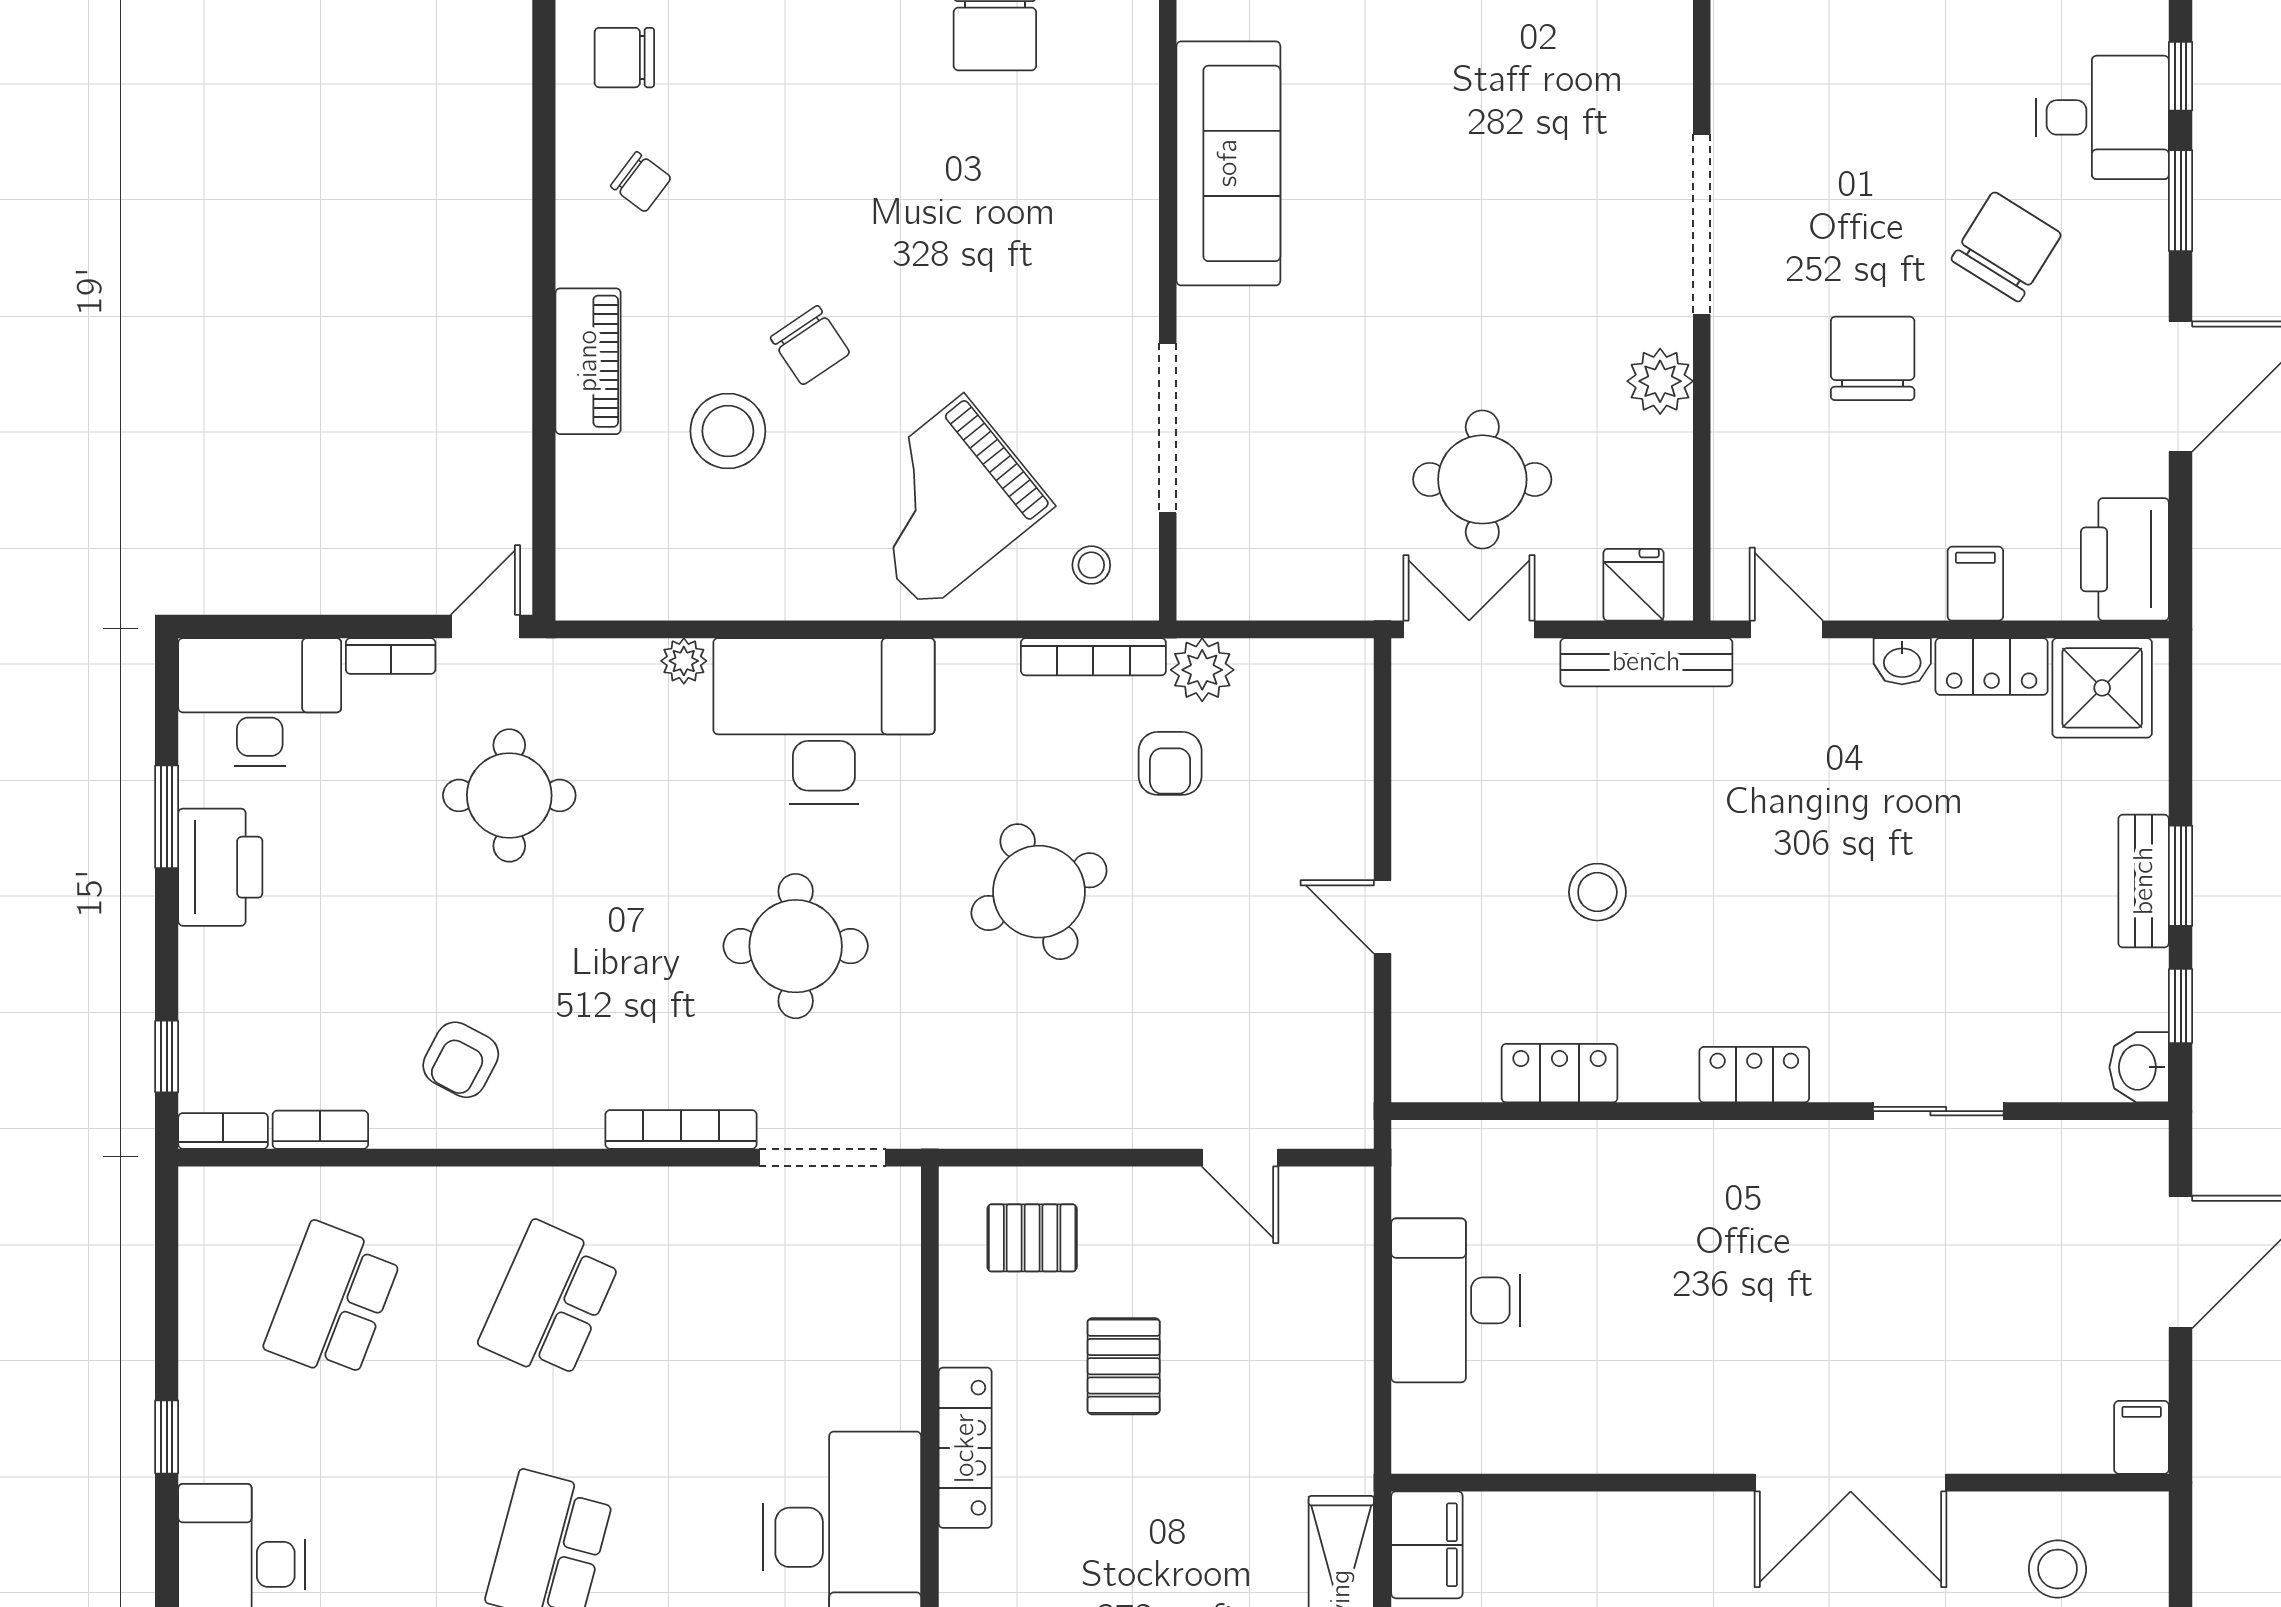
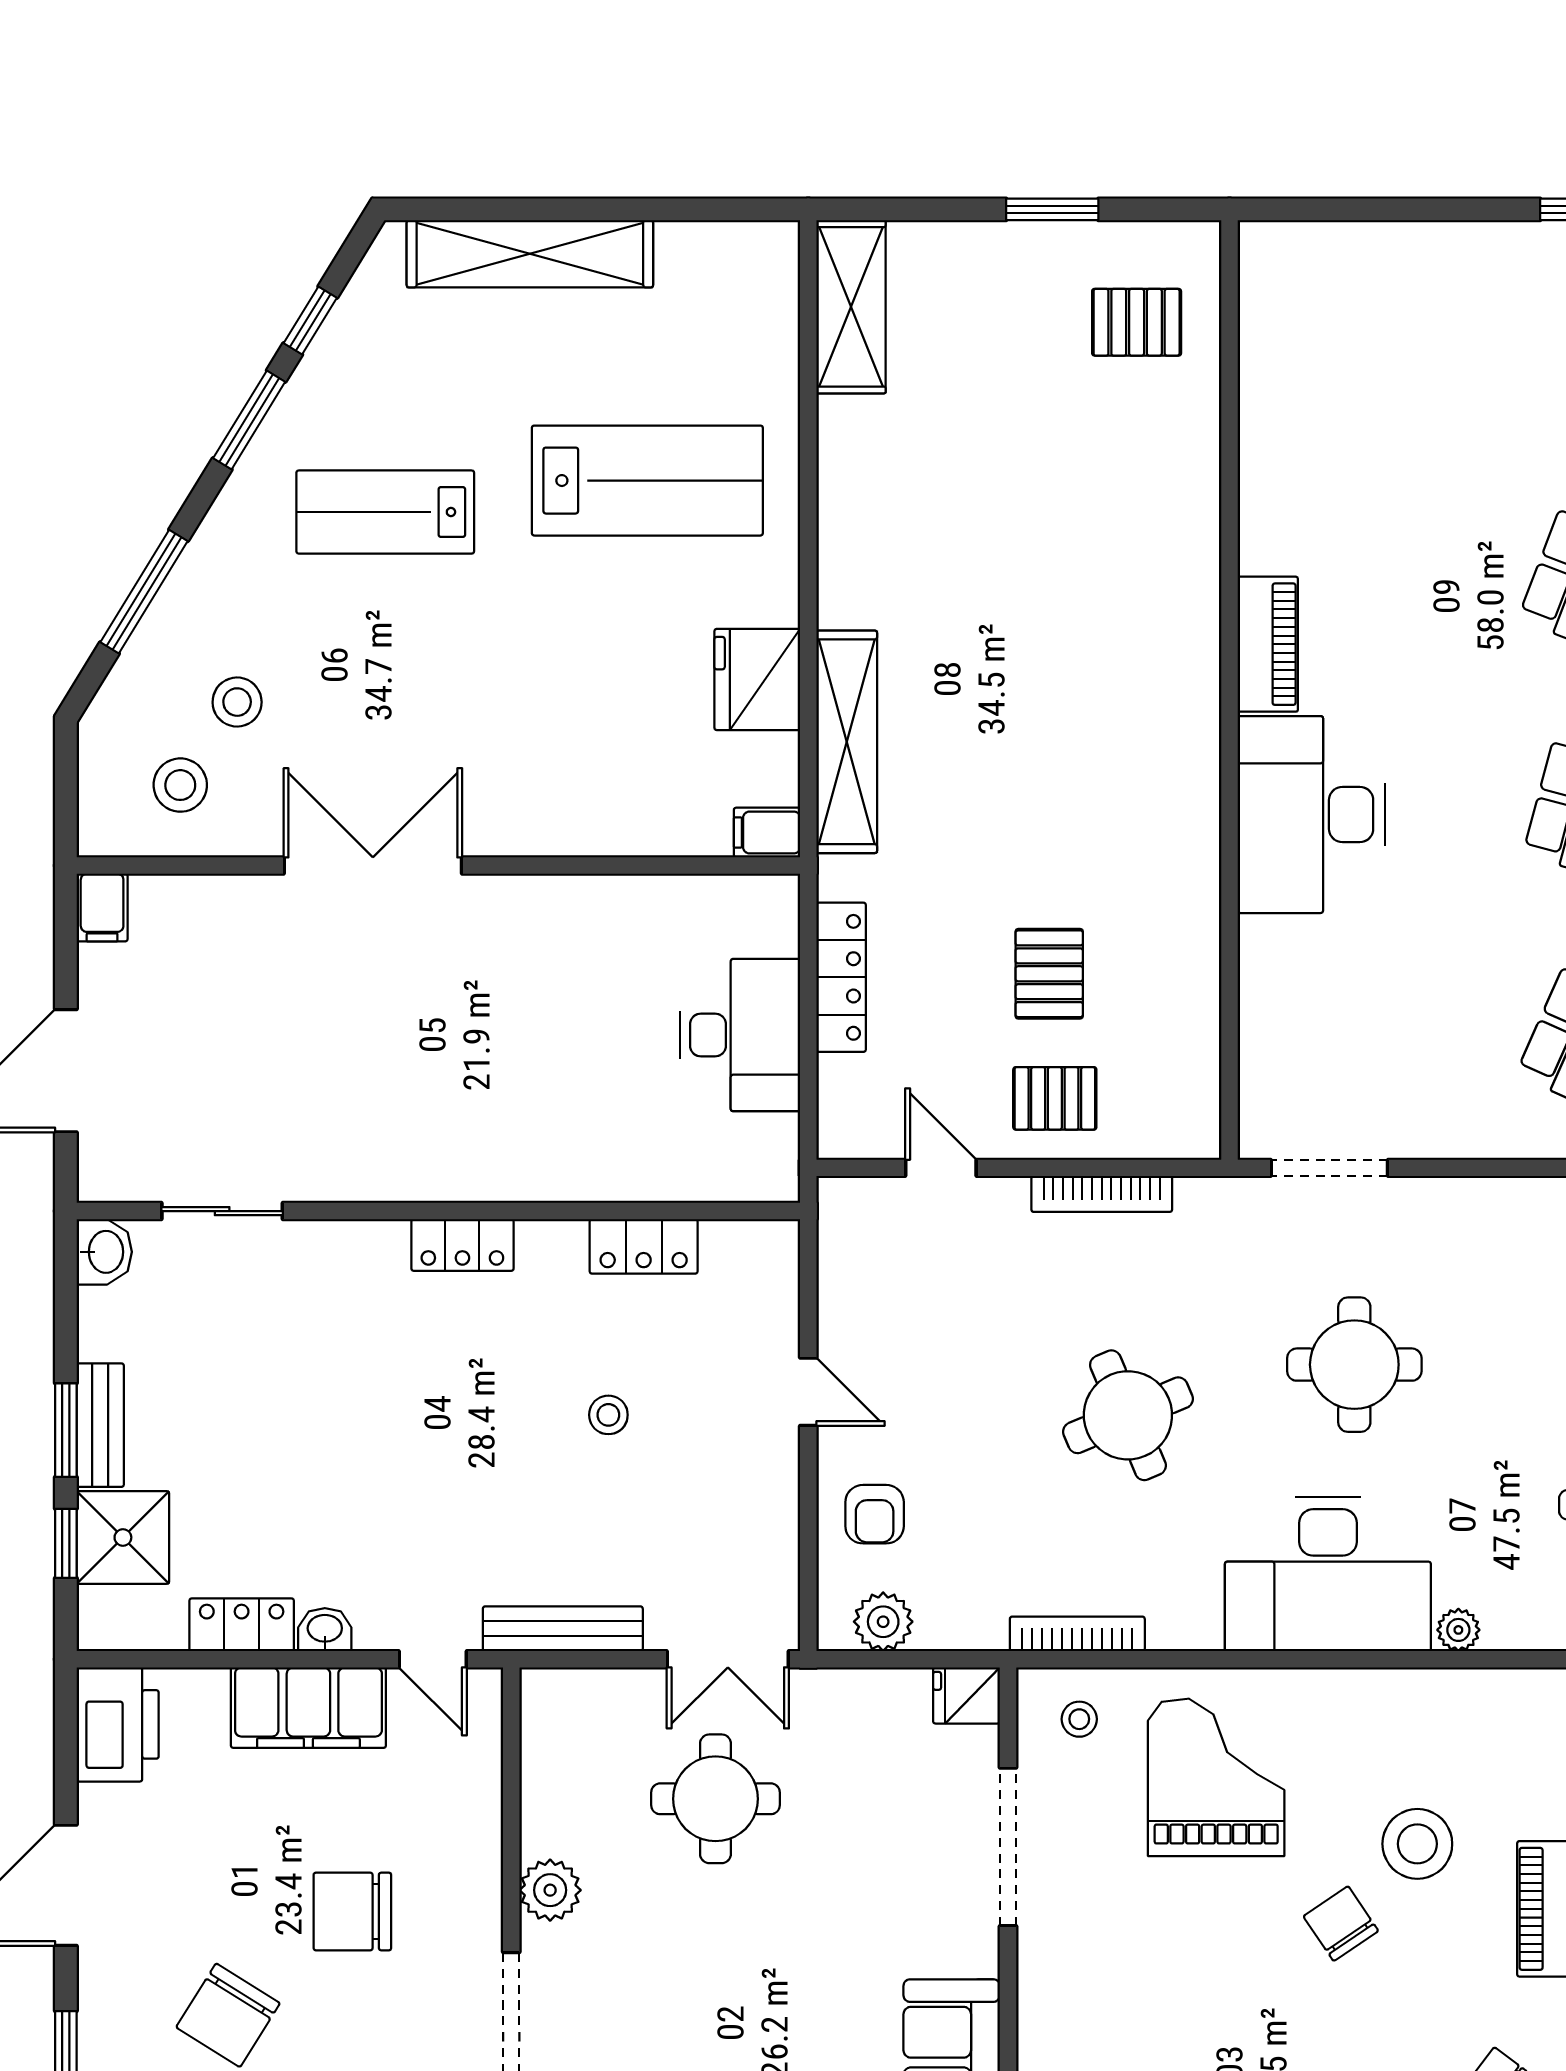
chair: (1873, 358) -> (352, 1911), turned 90
grand piano: (944, 503) -> (1216, 1777), turned -51
filing cabinet: (1975, 584) -> (308, 1708), width x3.00, depth x1.17
fridge: (1633, 585) -> (967, 1695), moved, turned 90
plant: (1202, 670) -> (883, 1622), moved
shower: (2102, 688) -> (123, 1537), moved
armchair: (1170, 763) -> (875, 1514), moved, turned 180
stool: (1597, 892) -> (608, 1415), width x0.73, depth x0.73
window: (2181, 1006) -> (66, 1543), moved
sliding door: (1938, 1111) -> (222, 1211), moved
bookcase: (681, 1130) -> (1102, 1194), moved
pallet: (1032, 1238) -> (1055, 1098), moved
locker: (965, 1448) -> (841, 977), moved, turned 180
filing cabinet: (1427, 1545) -> (767, 833), width x0.50

